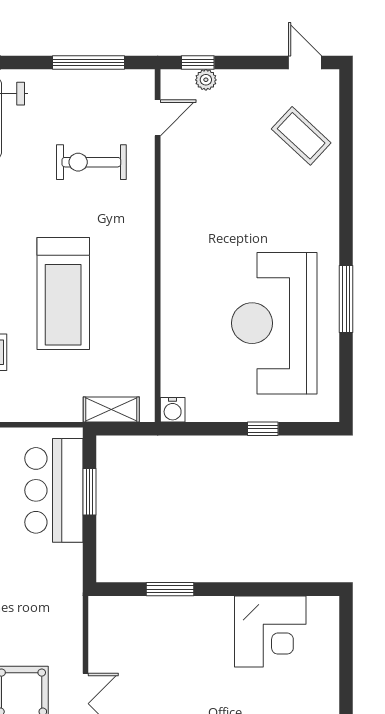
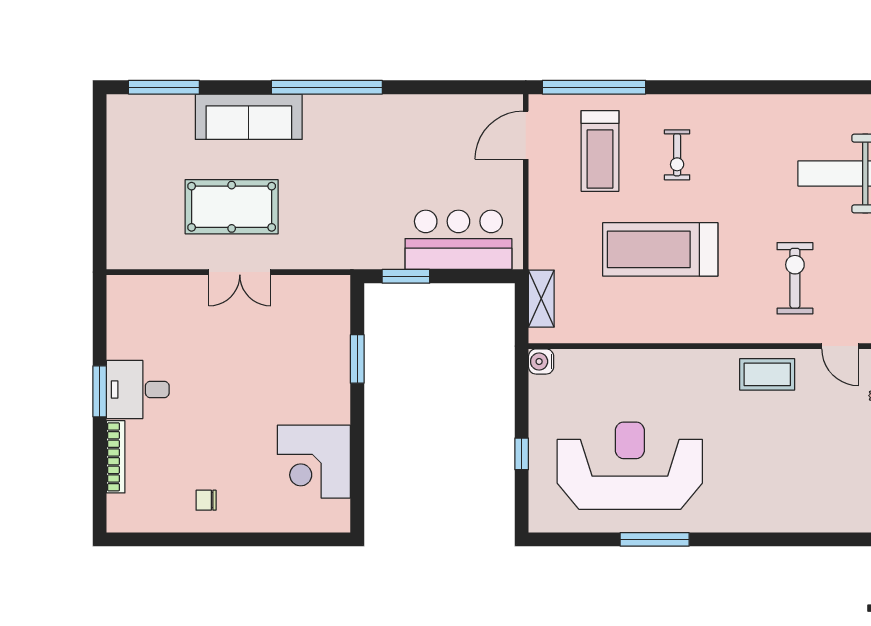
coffee table: (301, 136) -> (767, 374), moved, turned 47
window: (89, 492) -> (406, 276), moved

